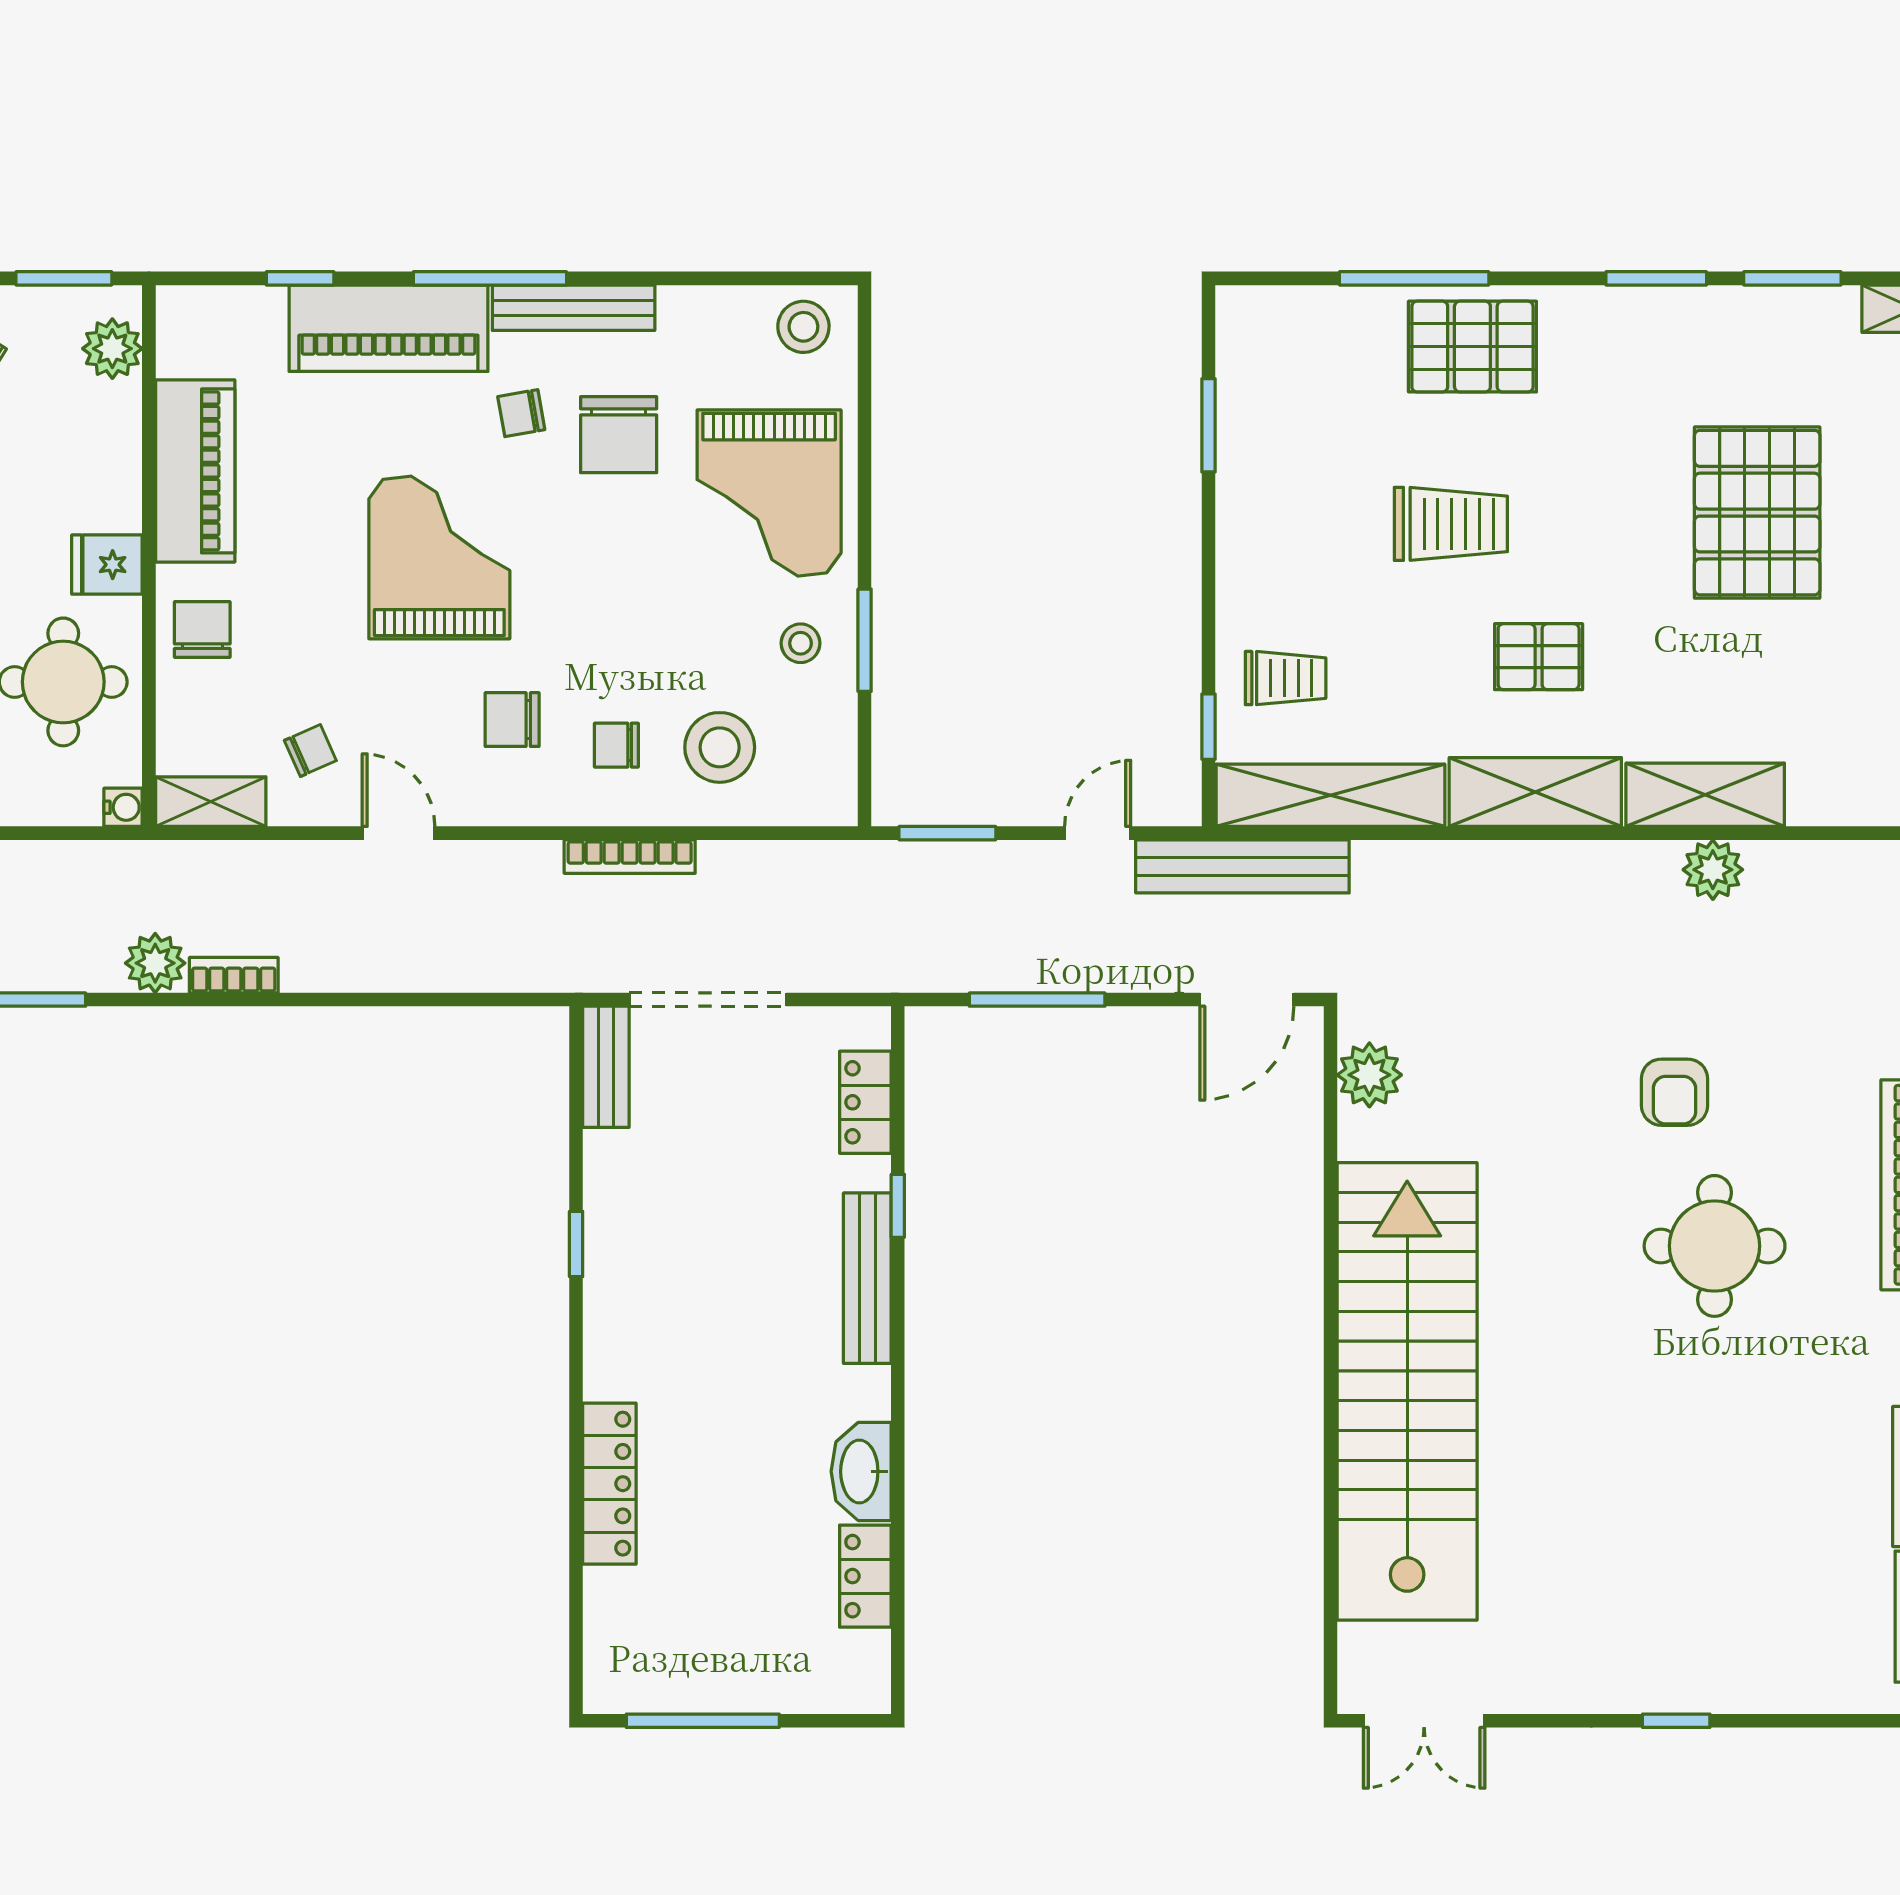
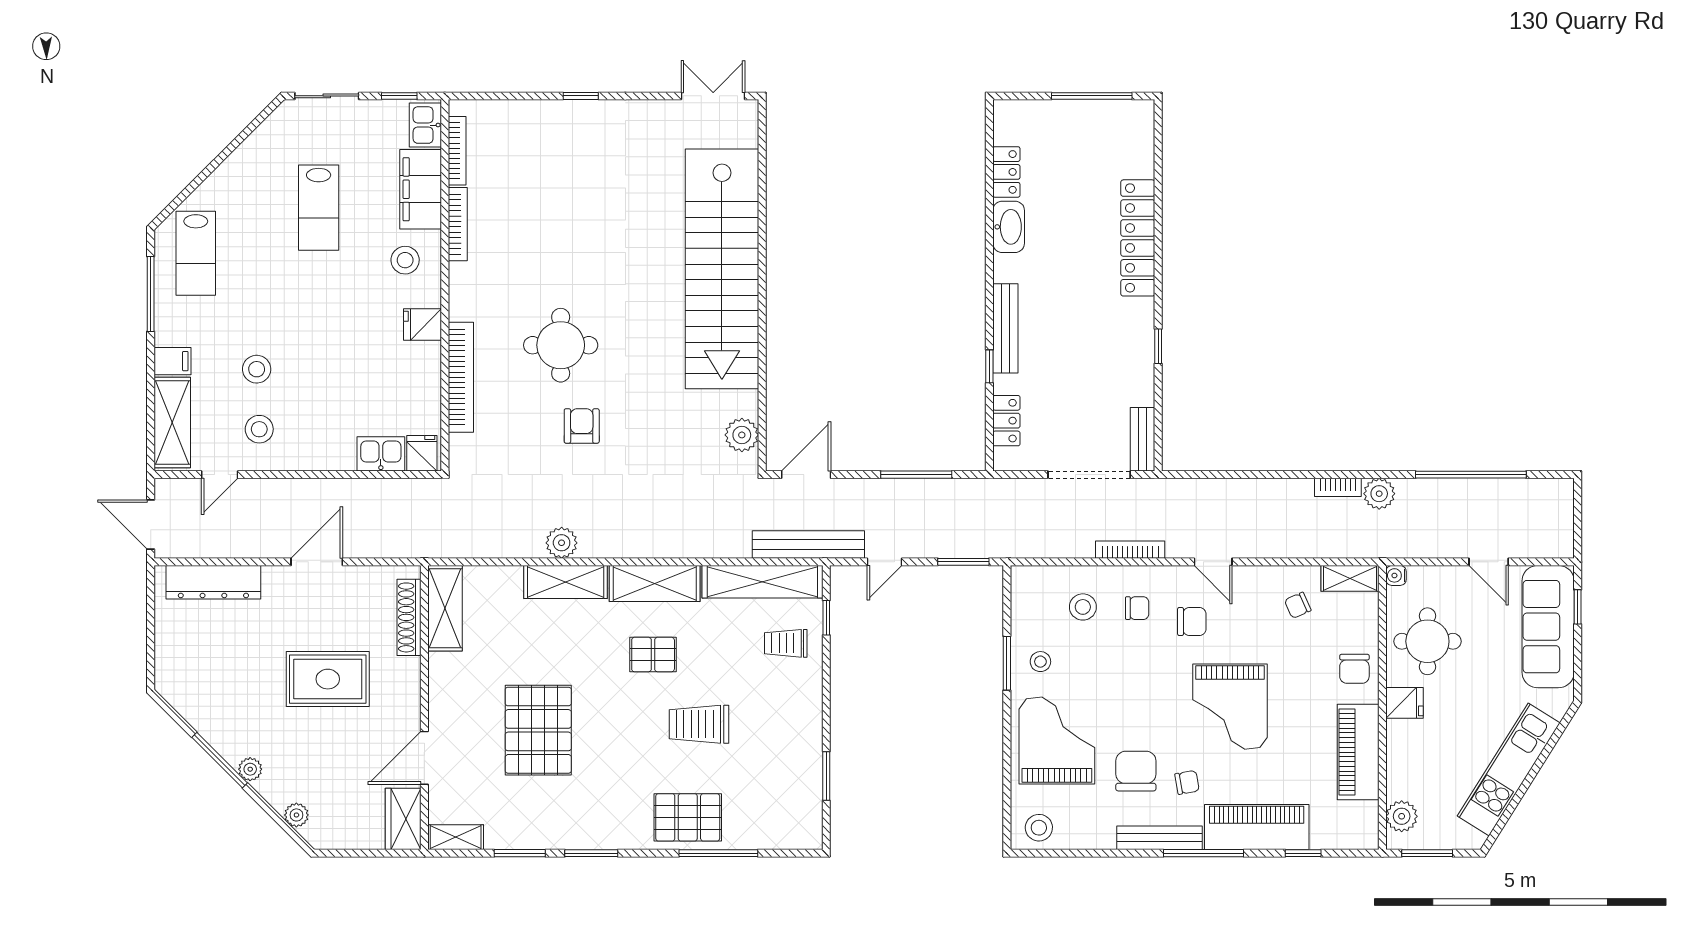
stool: (720, 747) -> (1083, 607), width x0.73, depth x0.73
door: (399, 833) -> (1213, 562), moved
locker: (609, 1484) -> (1138, 238), width x1.41, depth x1.21

